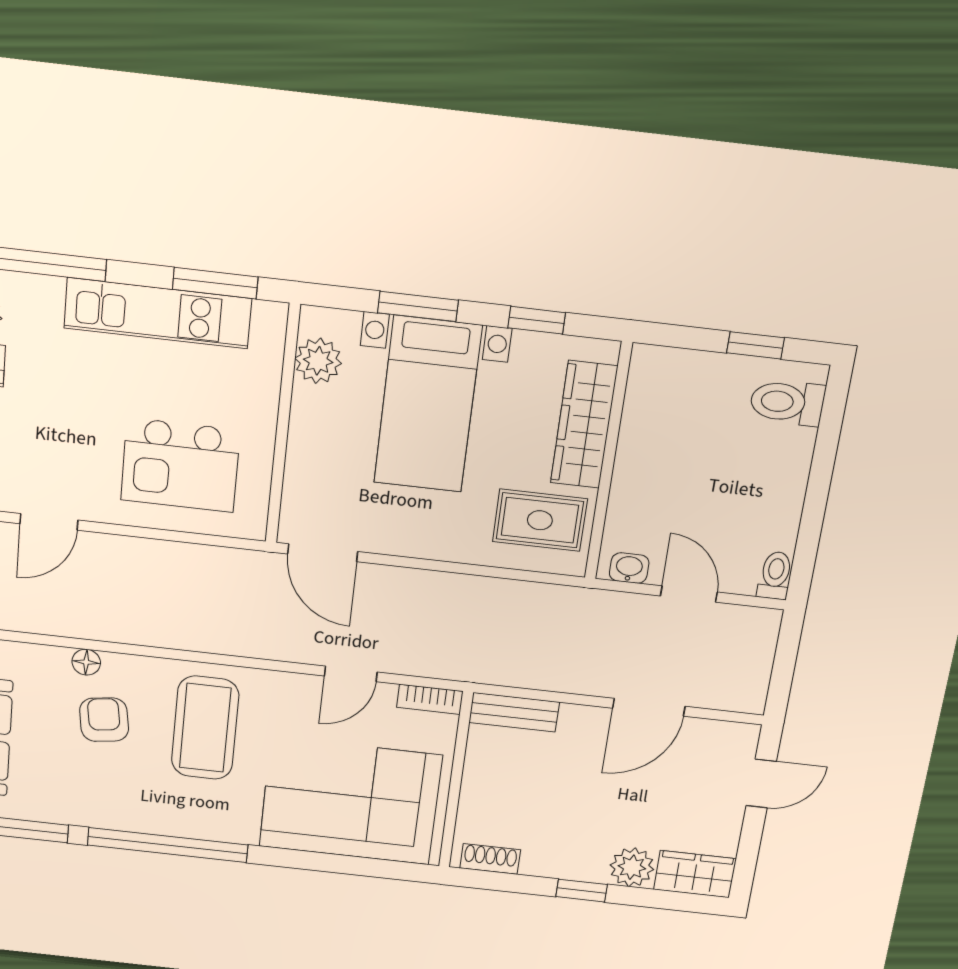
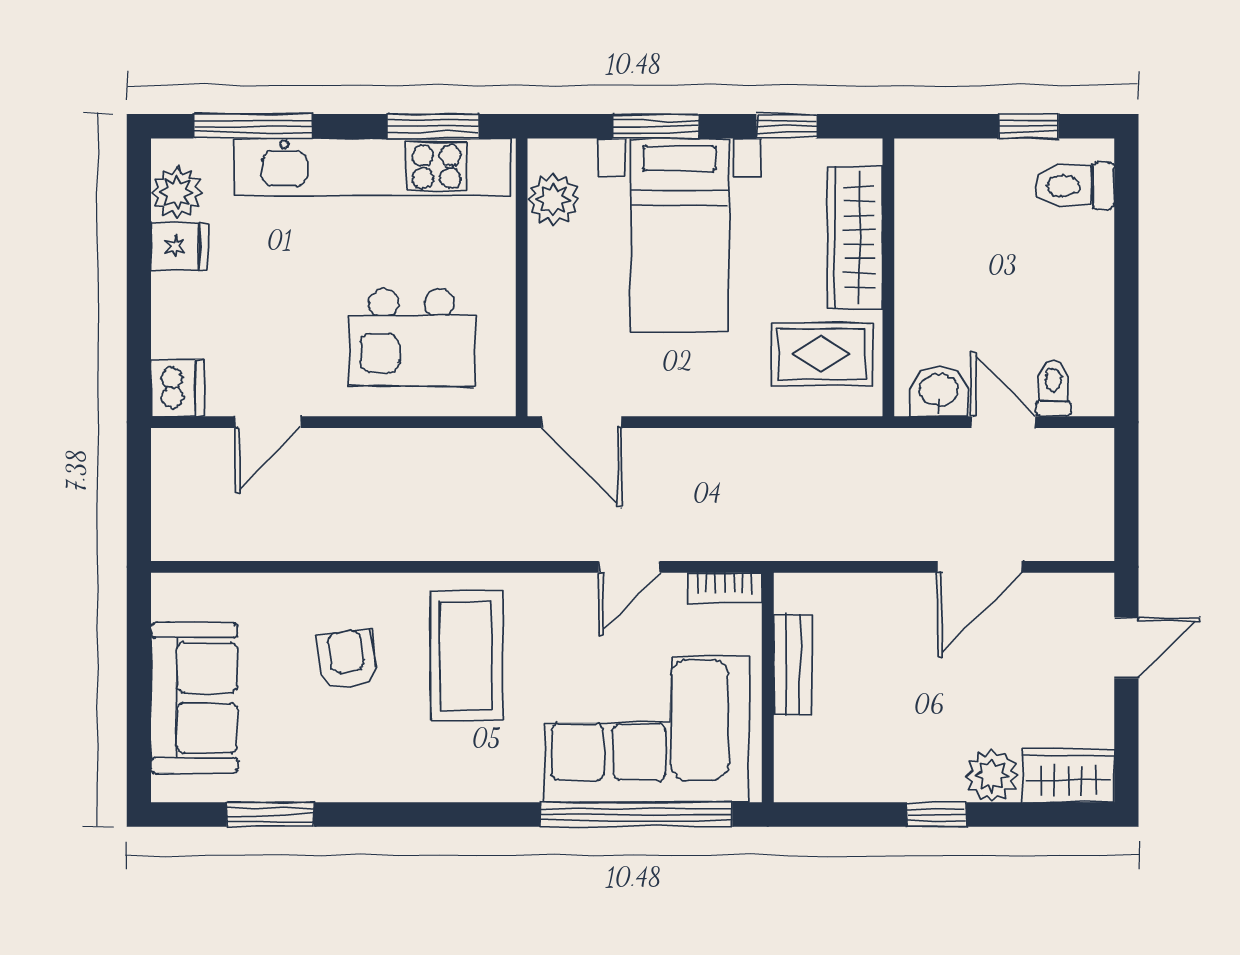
kitchen unit: (158, 313) -> (373, 167), width x1.36
washbasin: (629, 568) -> (939, 391), width x1.38, depth x1.45
toilet: (775, 575) -> (1053, 388), moved
floor lamp: (86, 662) -> (321, 589), removed
bench: (514, 712) -> (793, 665), moved, turned 90
window: (168, 845) -> (636, 814), moved
shoe rack: (490, 859) -> (822, 786), removed

